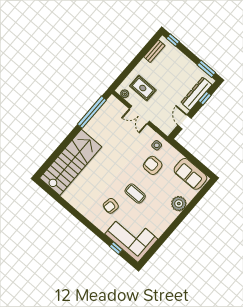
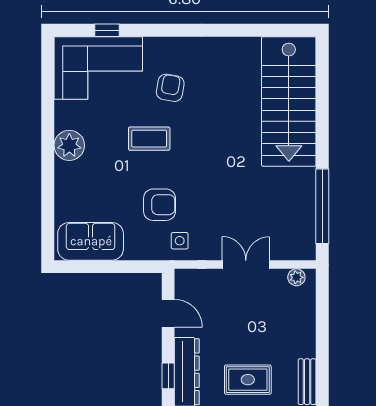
rug: (143, 88) -> (248, 380), moved
plant: (179, 204) -> (69, 145), moved

